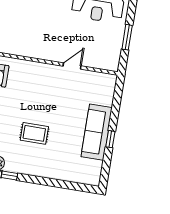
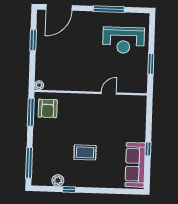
sofa: (97, 132) -> (135, 165), moved

